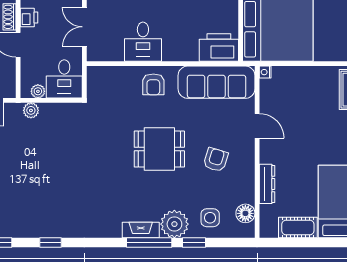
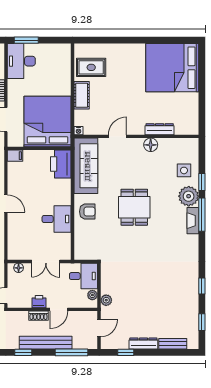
armchair: (216, 160) -> (142, 166), removed
floor lamp: (245, 213) -> (151, 145), moved
cot: (298, 228) -> (82, 95), moved

